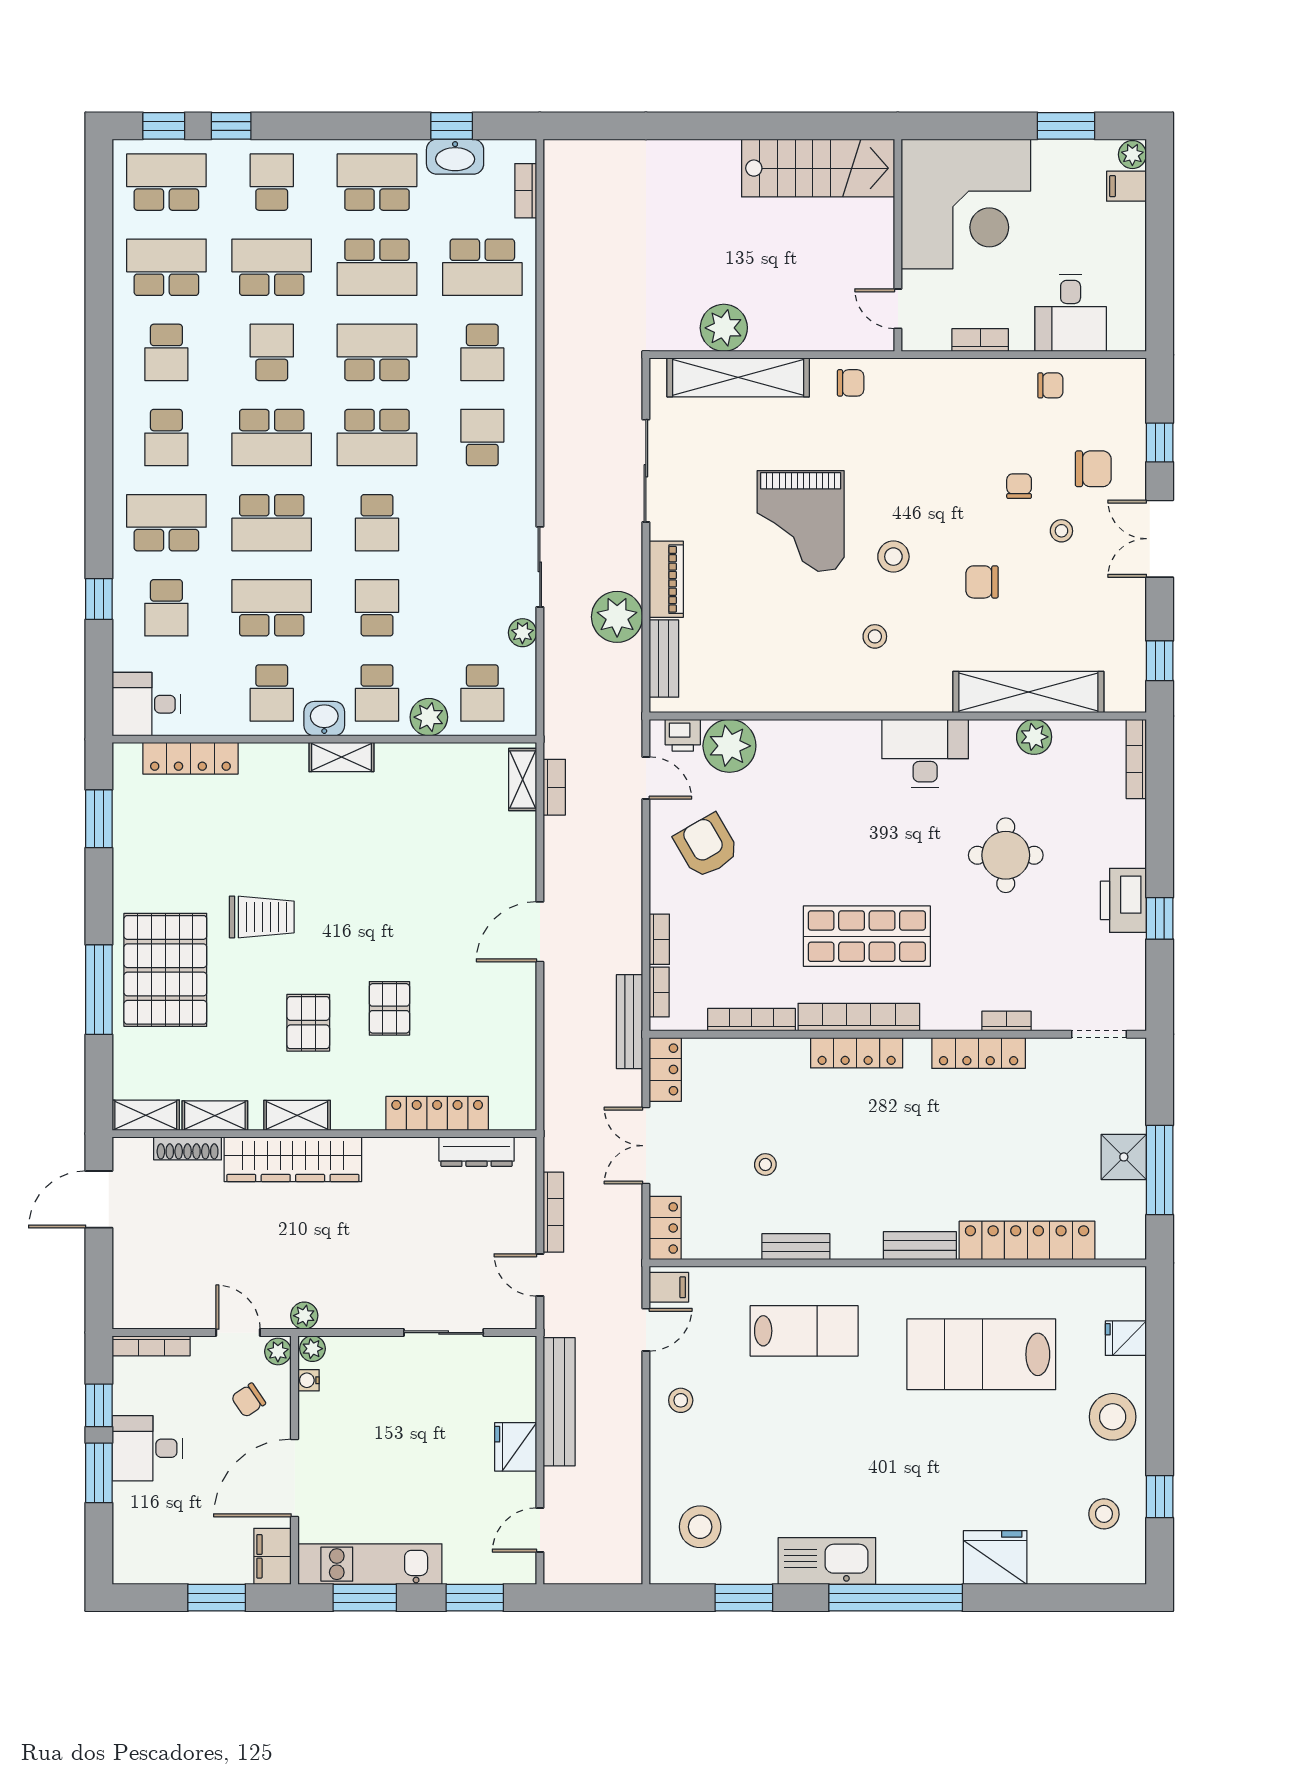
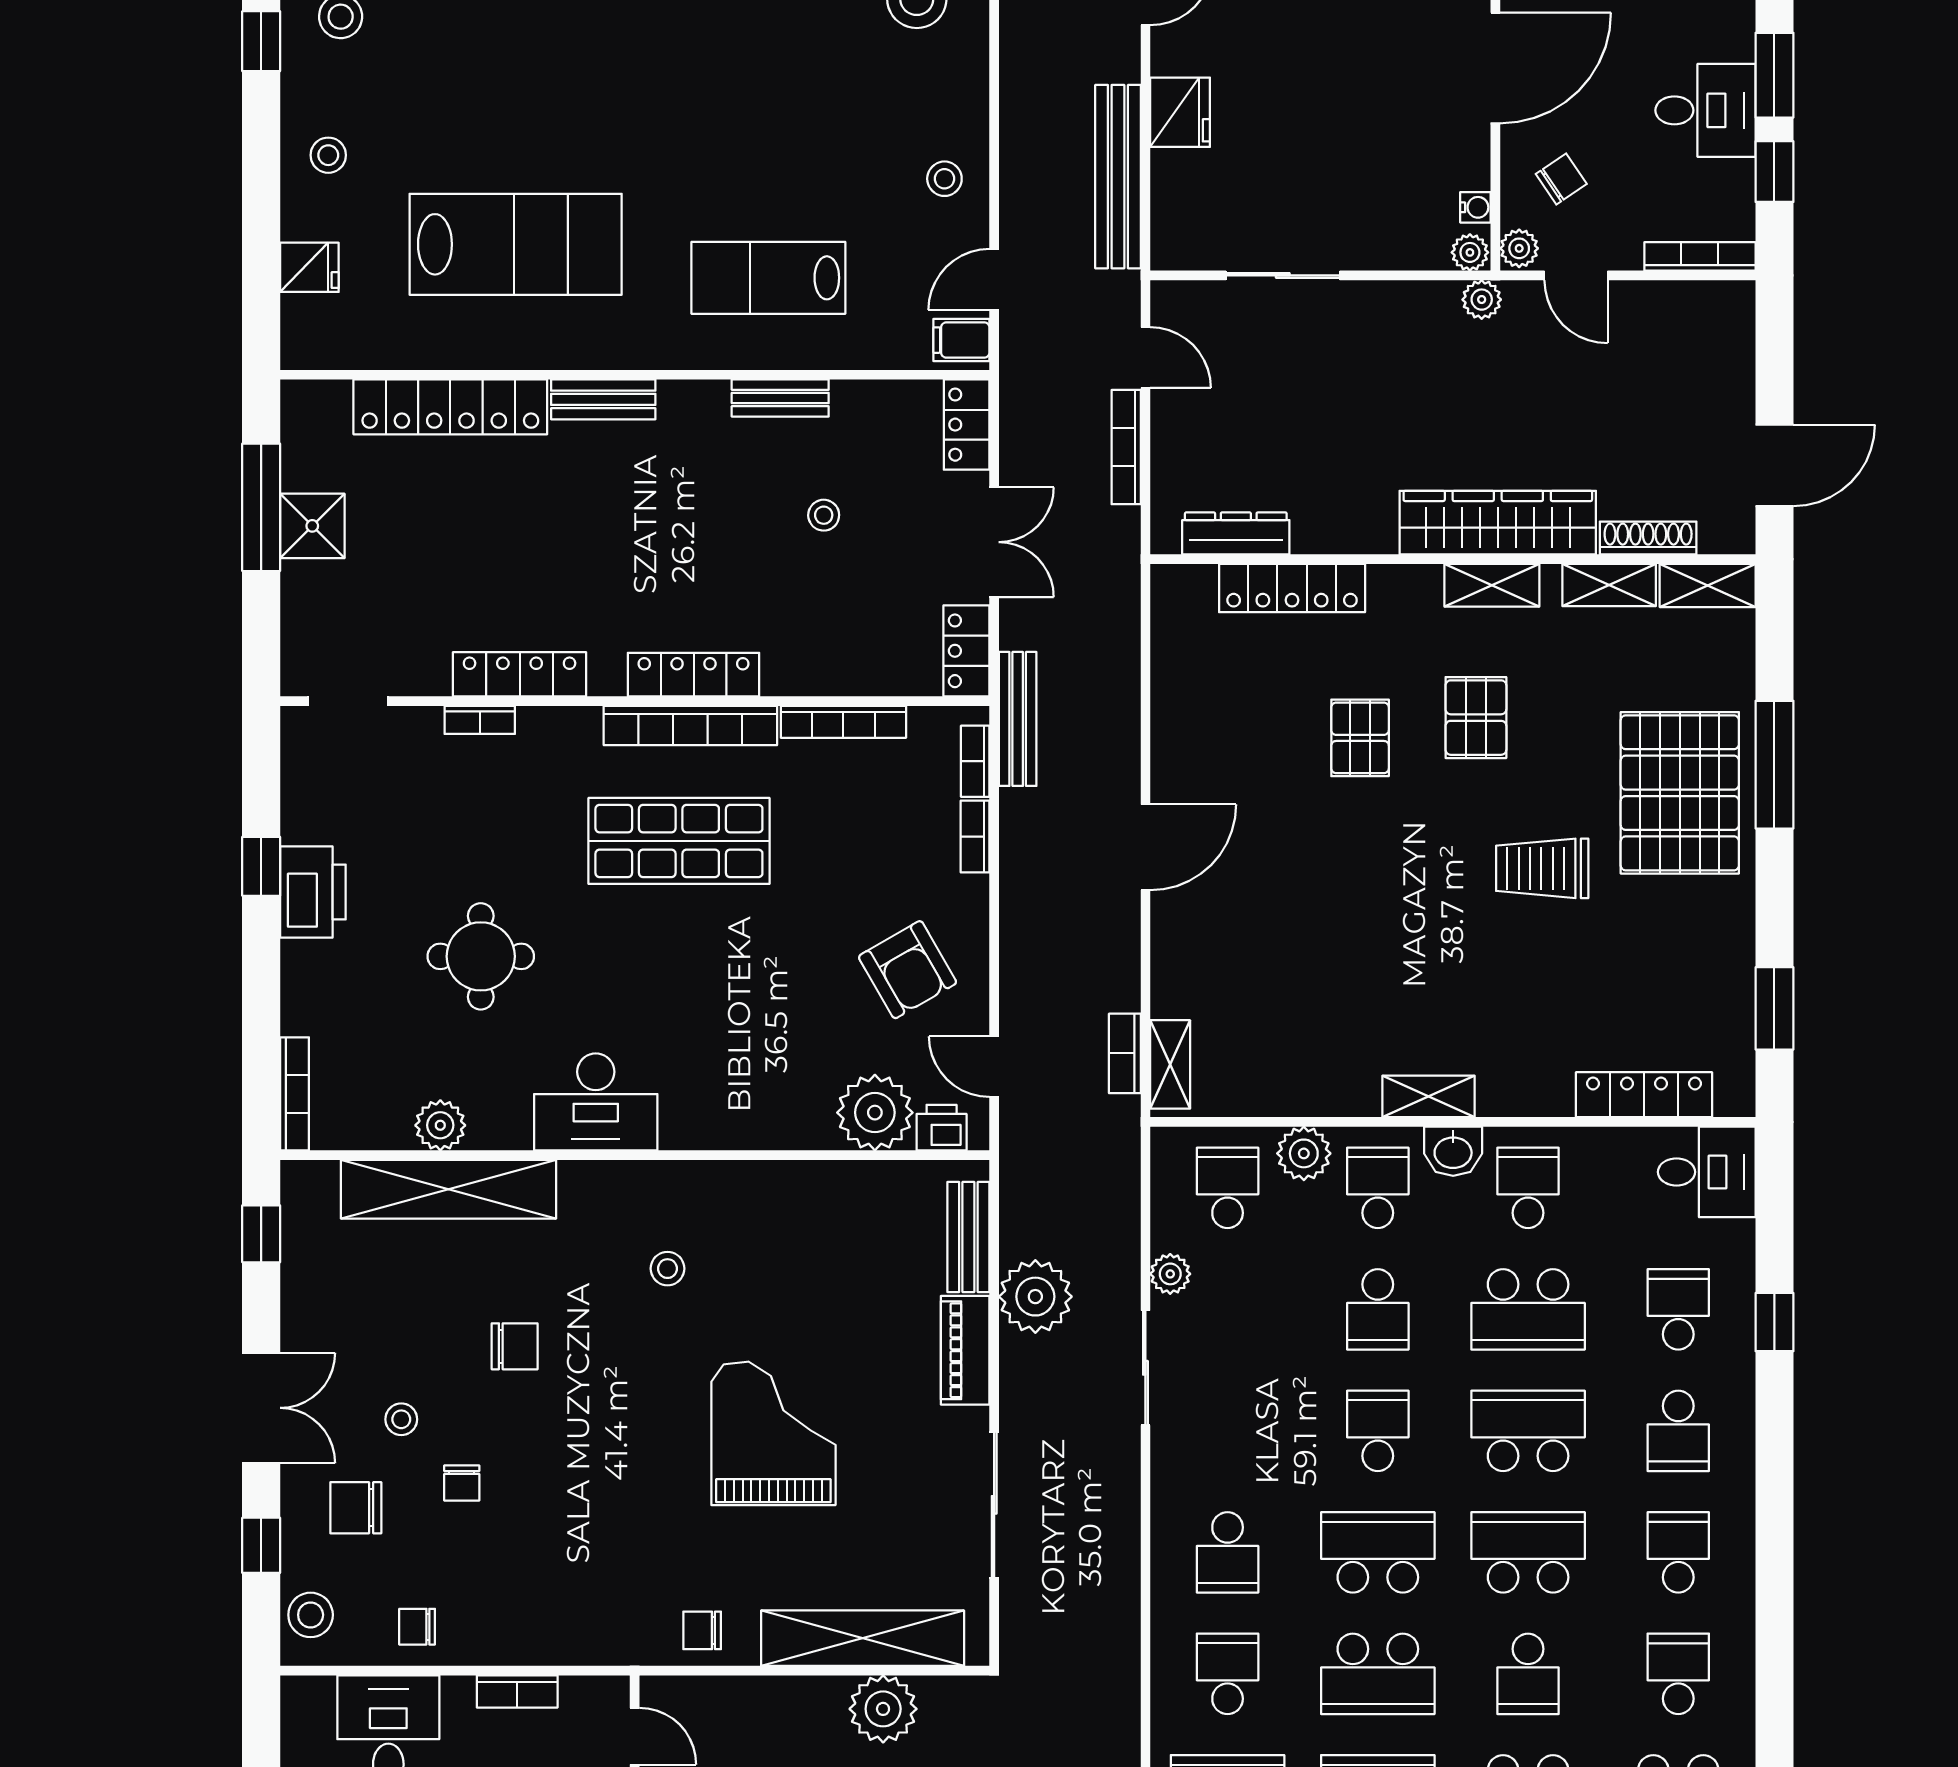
school desk: (166, 523) -> (1678, 1431), width x0.54
stool: (893, 557) -> (311, 1615), moved
stool: (1113, 1417) -> (328, 155), width x0.53, depth x0.53

